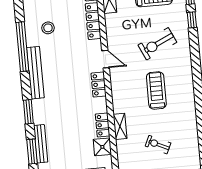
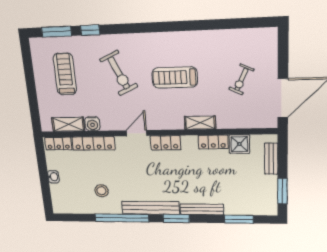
water cooler: (111, 21) -> (92, 124), added
window: (28, 112) -> (176, 219), moved
shelving: (120, 126) -> (200, 123), moved
bench: (41, 144) -> (202, 209), moved

